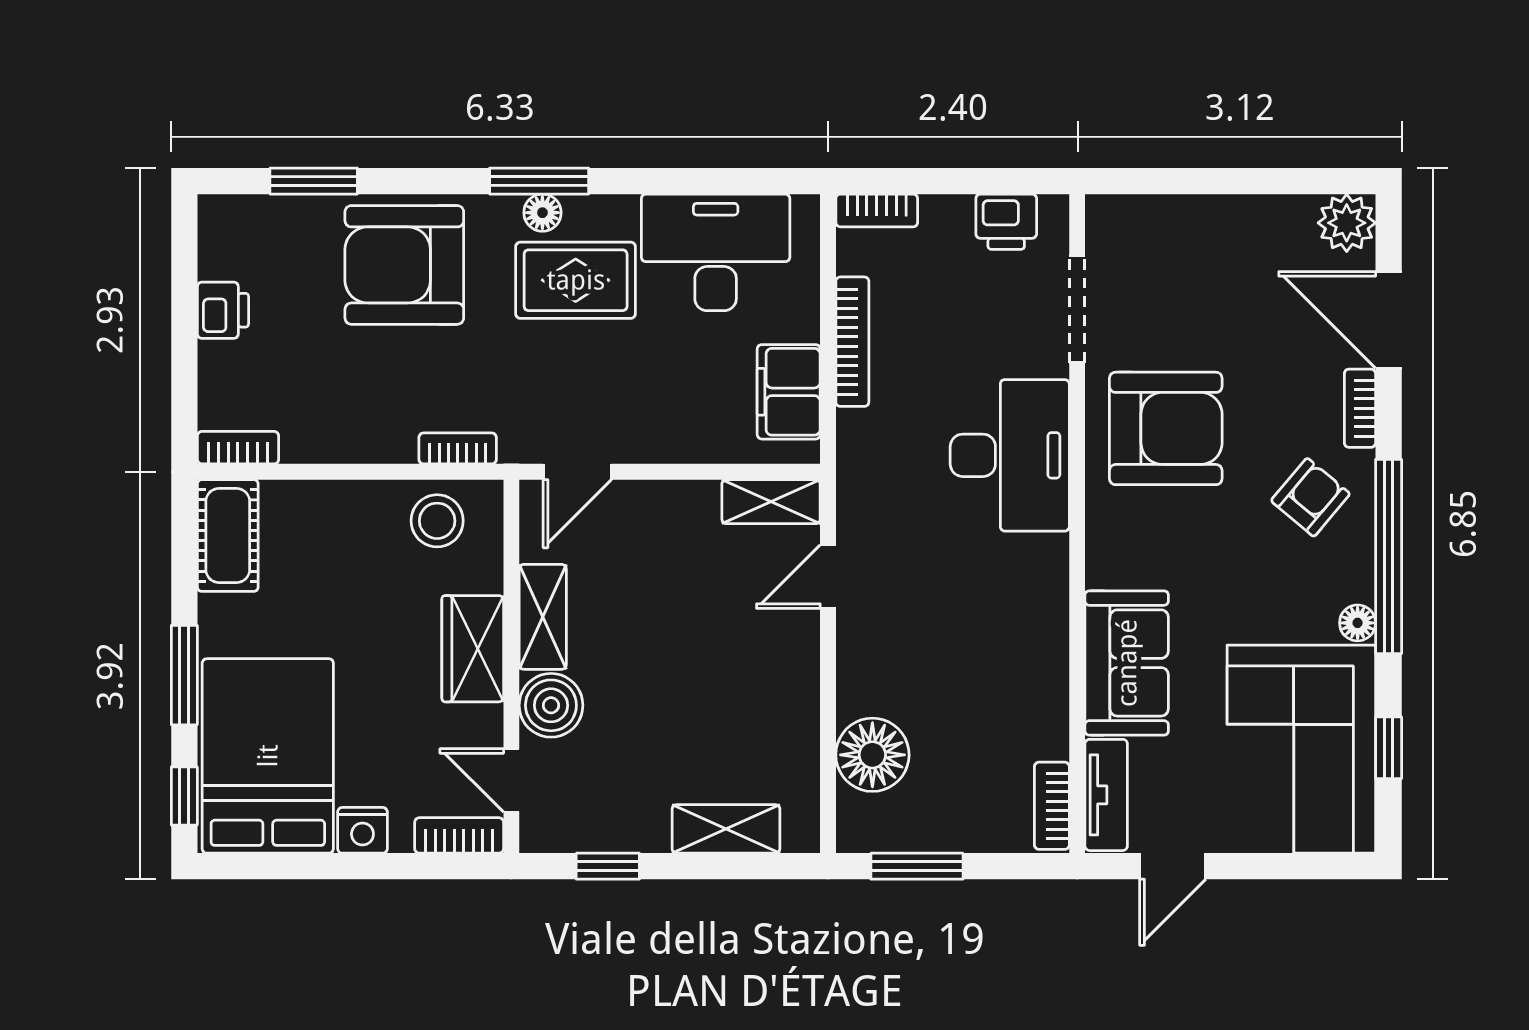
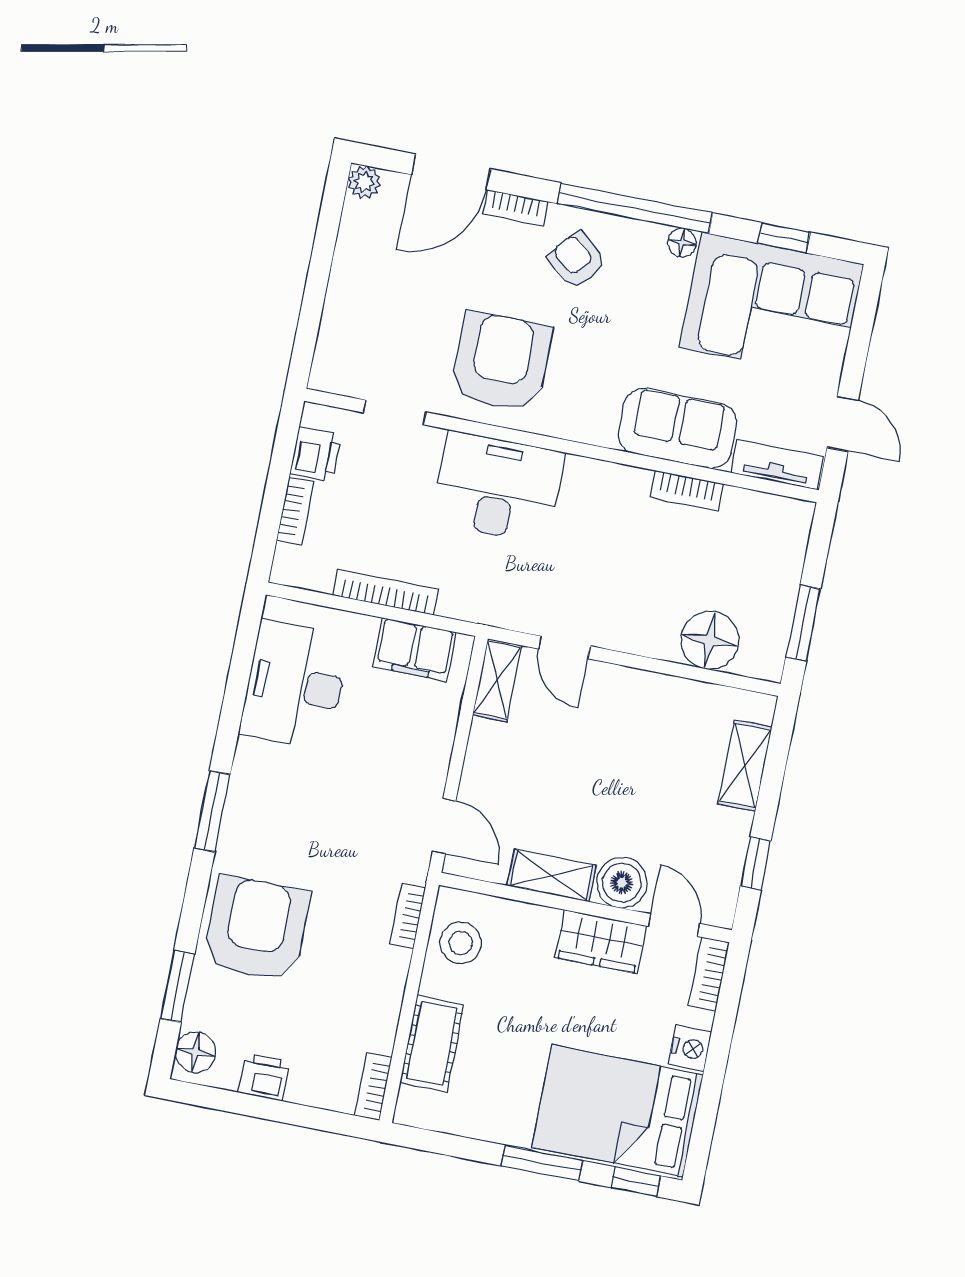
bookcase: (877, 210) -> (295, 511), moved
floor lamp: (542, 213) -> (196, 1052), moved, width x1.37, depth x1.37
plant: (1347, 223) -> (364, 182), width x0.73, depth x0.73
armchair: (404, 265) -> (257, 929), turned 180
rug: (576, 280) -> (295, 798), removed
doorway: (1077, 309) -> (395, 412), width x0.73
cot: (228, 536) -> (432, 1044), moved, turned 90
wardrobe: (473, 649) -> (601, 942), moved
door: (511, 780) -> (674, 925), swing flipped
bookcase: (1052, 806) -> (687, 491), moved

